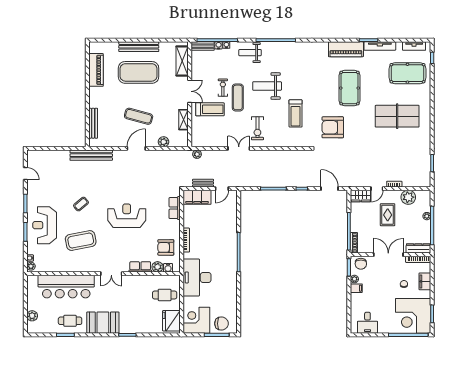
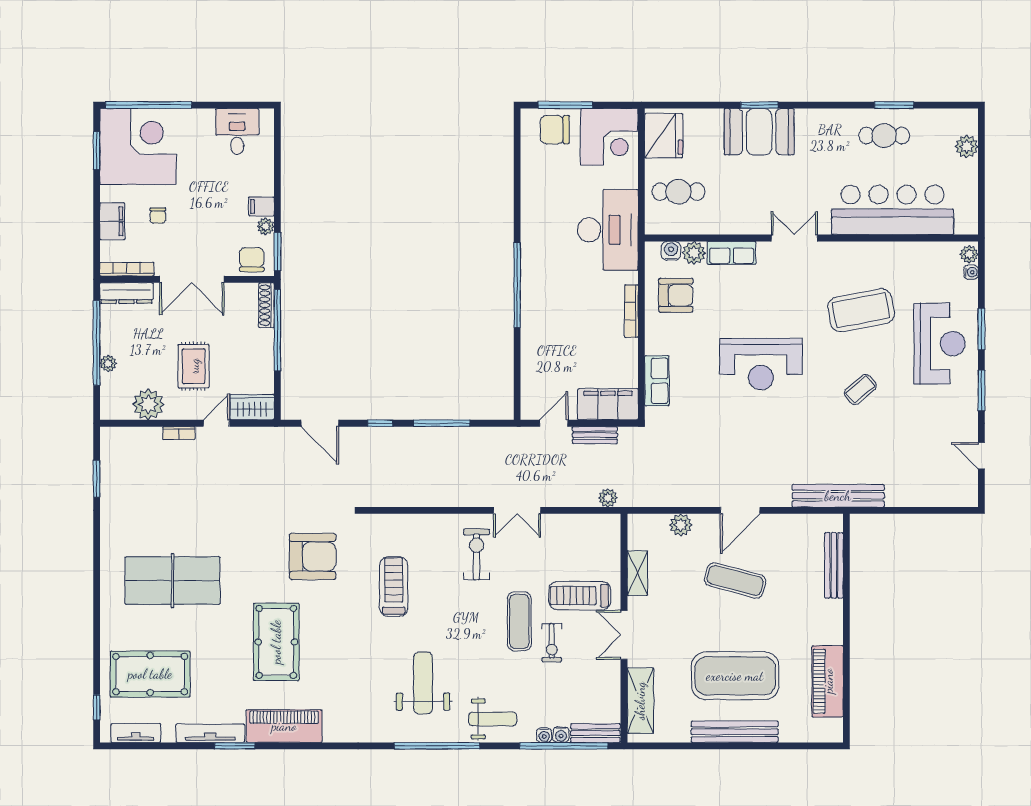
weight bench: (267, 86) -> (423, 683), moved, turned -90
booth: (103, 323) -> (759, 132), moved

